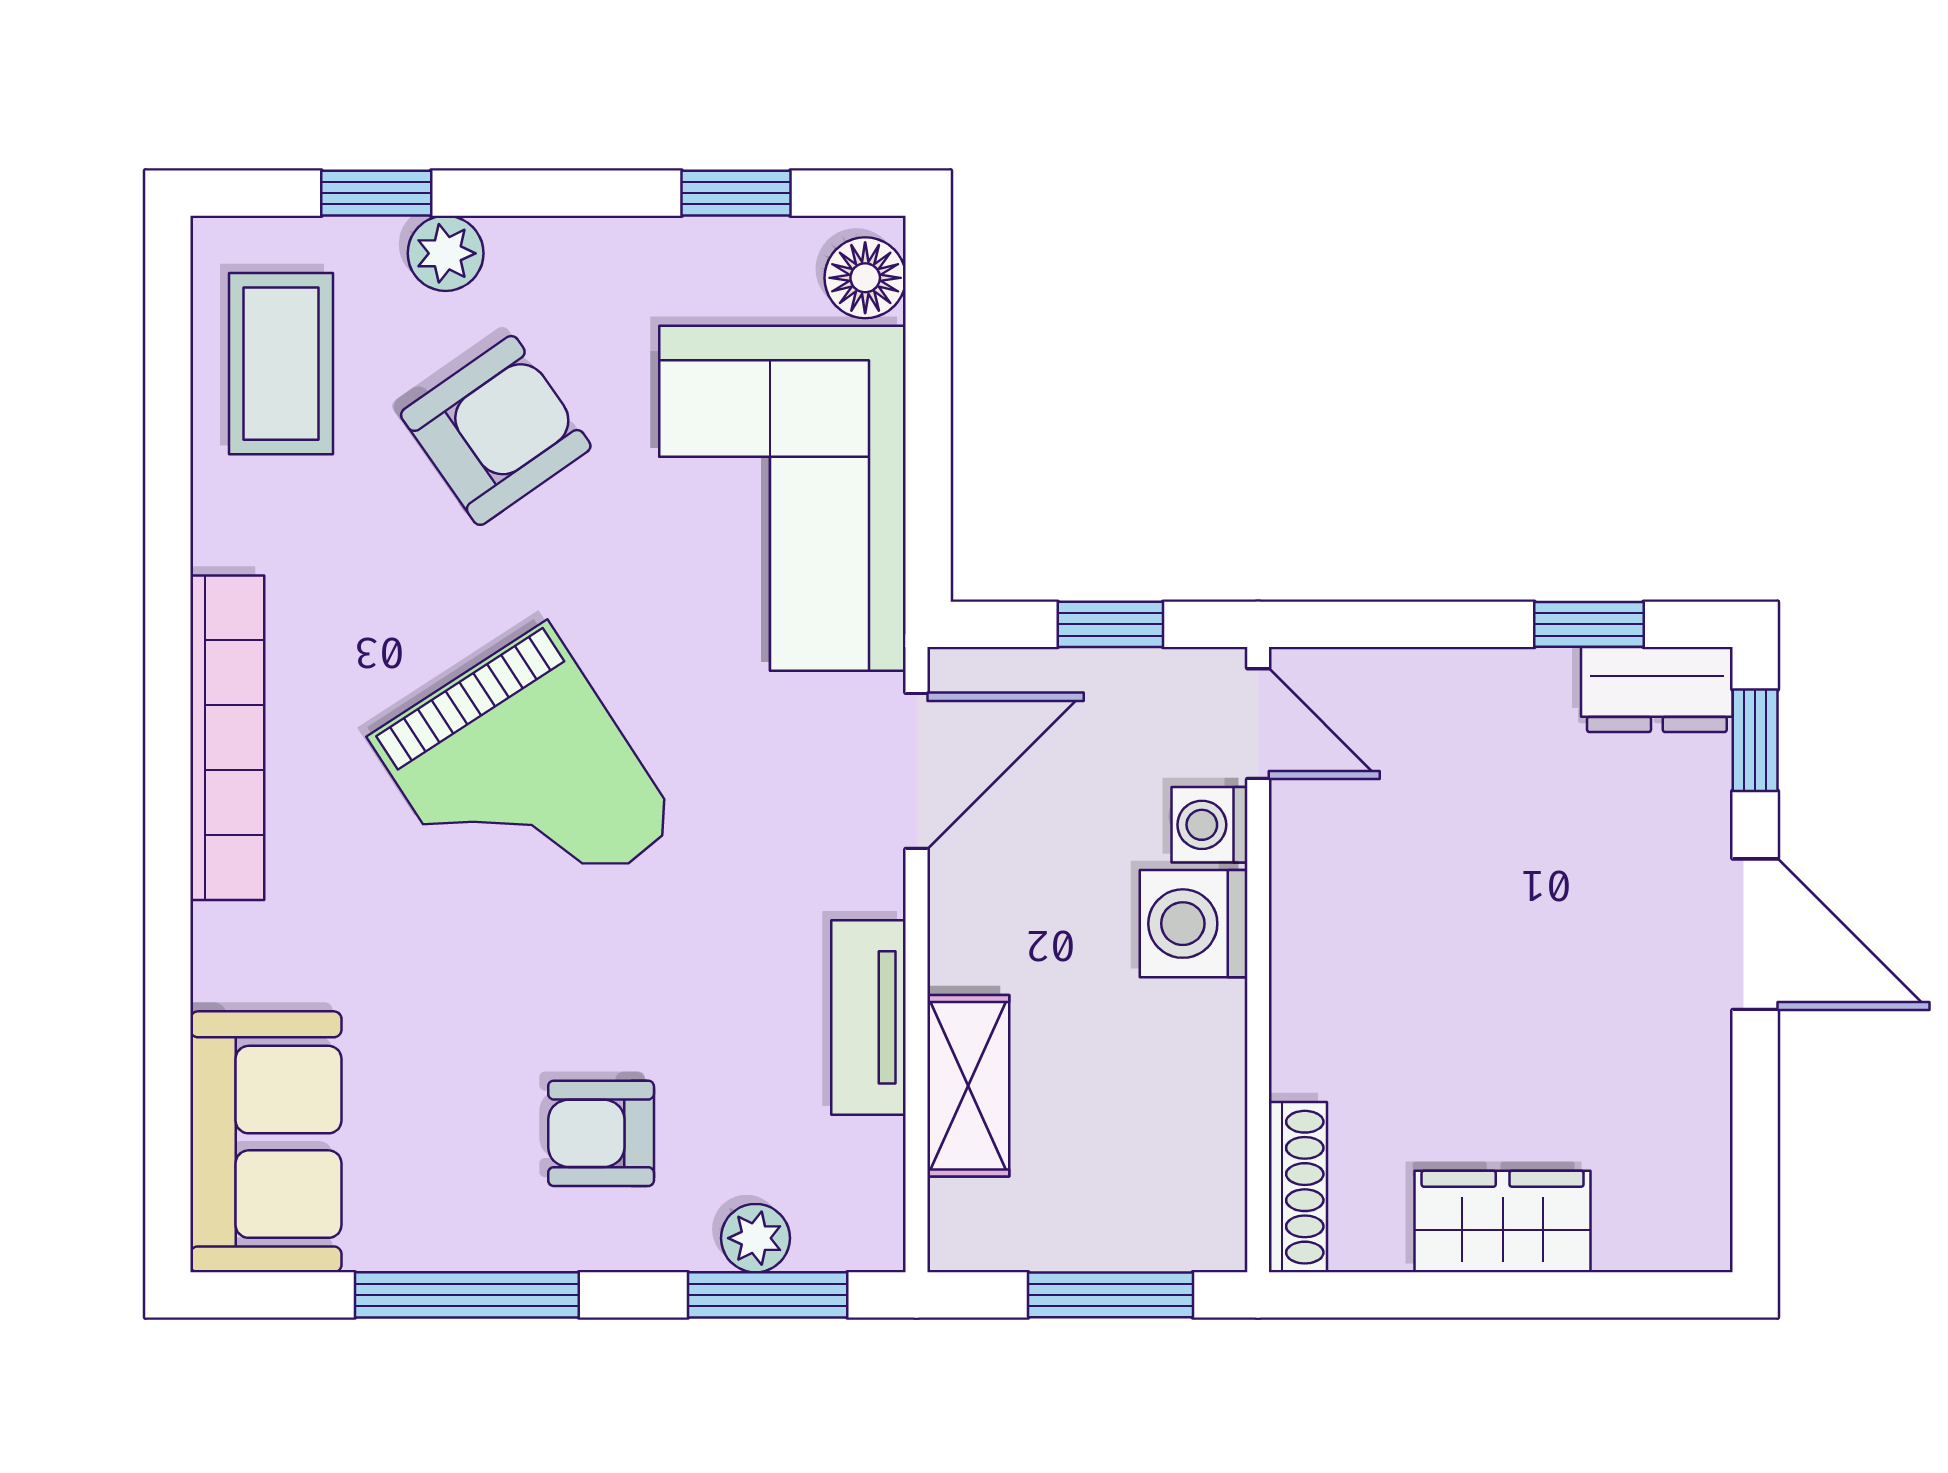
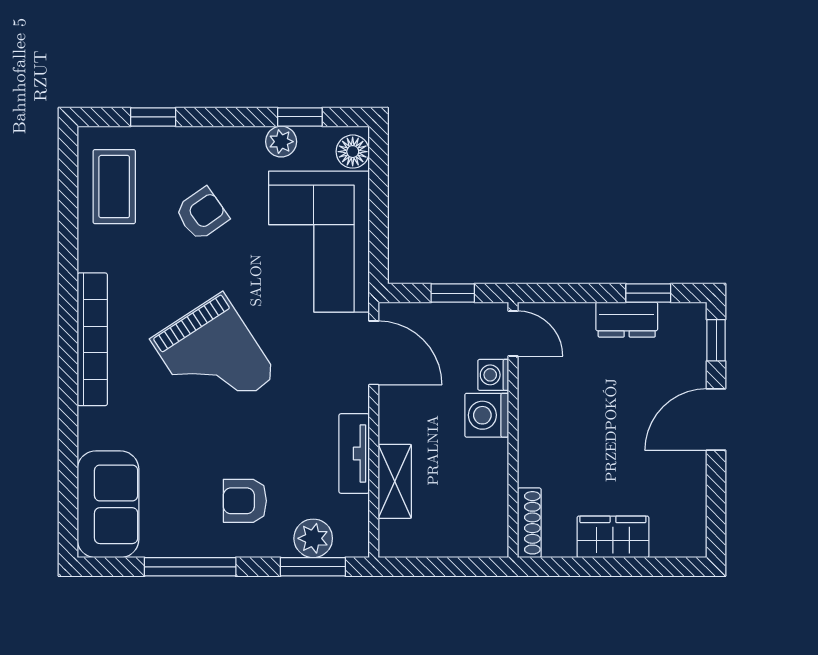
plant: (446, 253) -> (281, 142), moved
armchair: (496, 430) -> (202, 214), width x0.72, depth x0.72
dresser: (1657, 690) -> (627, 320), moved
door: (917, 771) -> (374, 353), hinge flipped
door: (1755, 934) -> (716, 420), swing flipped
plant: (755, 1238) -> (313, 538), width x1.38, depth x1.38
window: (1111, 1295) -> (453, 567), removed

